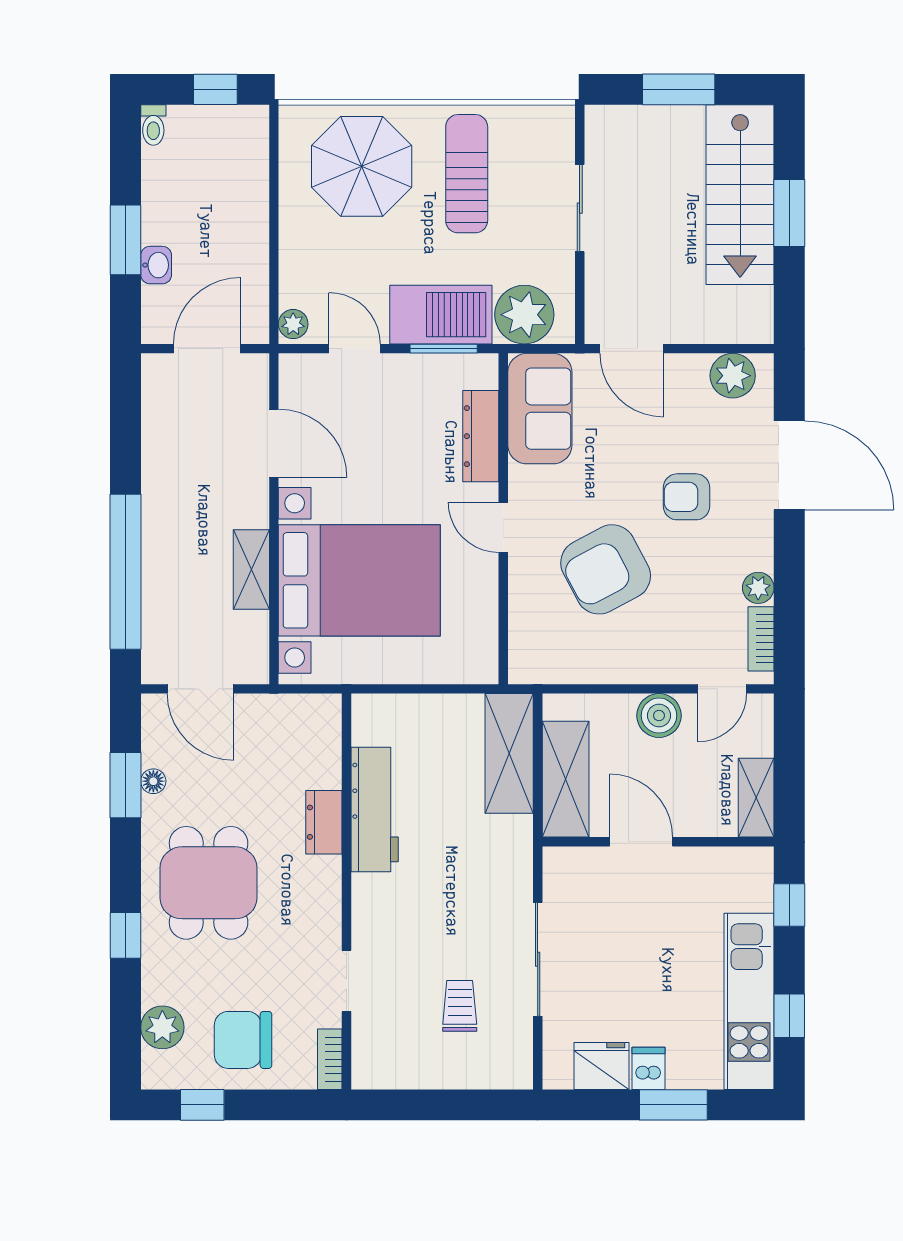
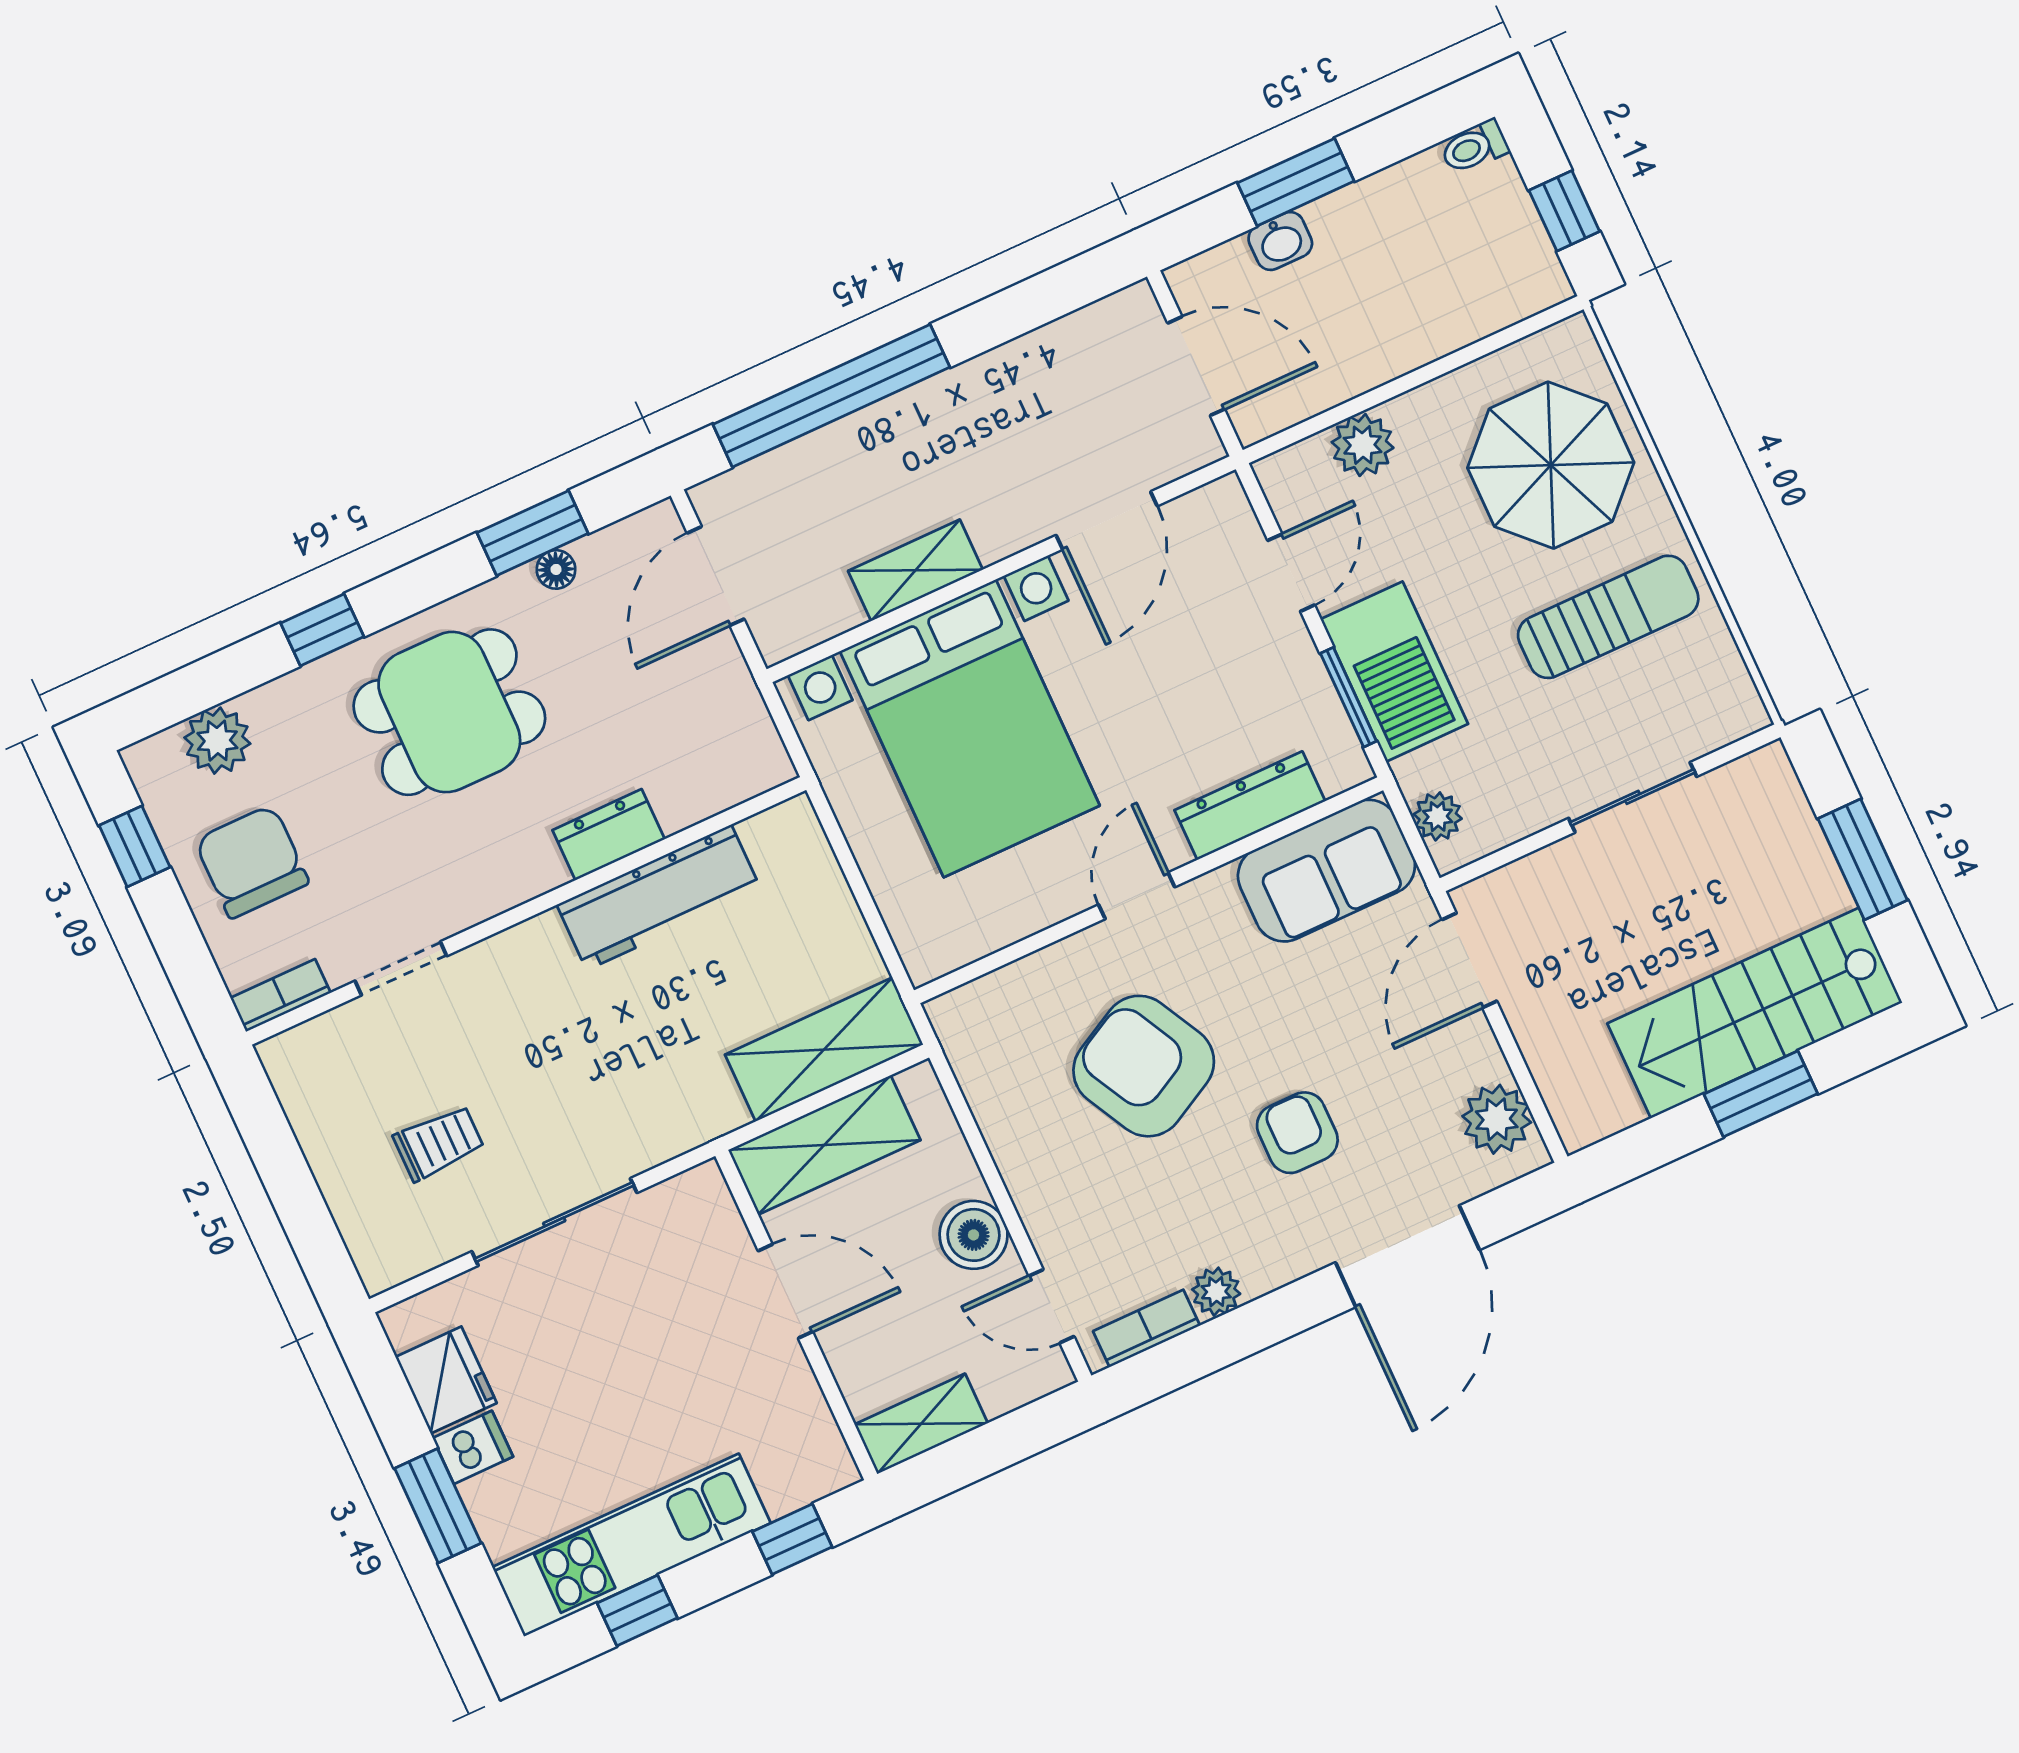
plant: (524, 315) -> (1438, 816), width x0.53, depth x0.53
plant: (293, 324) -> (1363, 445), moved, width x1.38, depth x1.38
door: (641, 842) -> (785, 1291), hinge flipped

